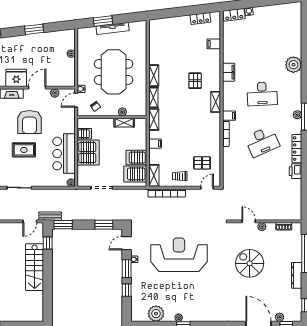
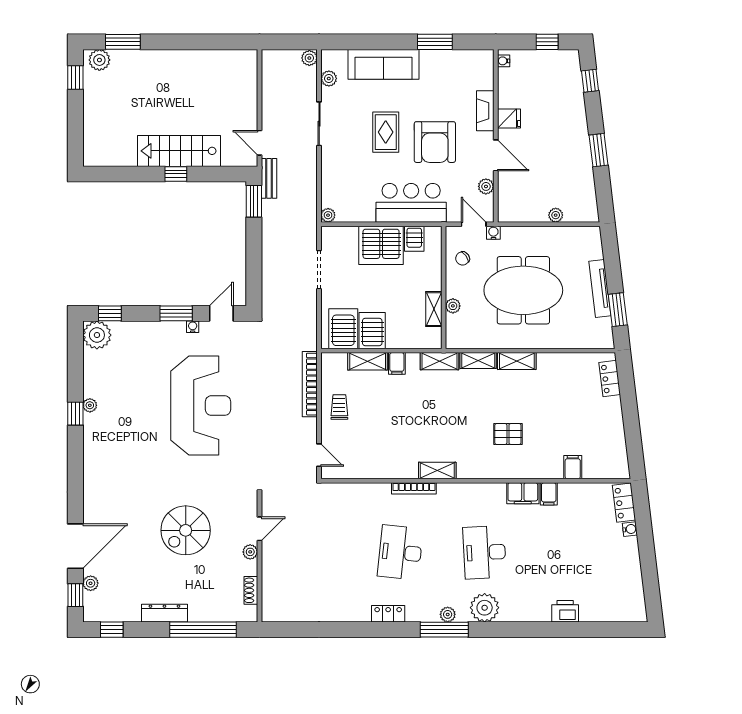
locker: (200, 19) -> (610, 378), moved
window: (103, 21) -> (618, 310), moved
plant: (293, 65) -> (485, 608), moved
fridge: (16, 78) -> (509, 119), width x0.53, depth x0.75
shelving: (216, 102) -> (437, 471), moved
filing cabinet: (229, 116) -> (549, 494), moved
armchair: (29, 122) -> (435, 142), turned -90
desk: (262, 142) -> (400, 552), turned 30
locker: (297, 149) -> (388, 614), width x0.66
bar counter: (64, 154) -> (411, 203), moved
pallet: (202, 163) -> (363, 446), removed
printer: (295, 171) -> (565, 611), moved
shelving: (154, 176) -> (368, 361), moved
window: (104, 225) -> (254, 273), removed
window: (48, 243) -> (176, 174), moved
door: (127, 243) -> (221, 313), hinge flipped
spiral stairs: (250, 263) -> (186, 530), turned 180
window: (127, 290) -> (110, 313), moved
plant: (156, 314) -> (97, 335), moved

